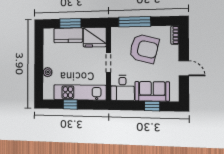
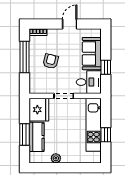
window: (135, 22) -> (25, 57), moved
armchair: (144, 49) -> (51, 61), width x0.53, depth x0.53
plant: (48, 72) -> (56, 158), moved
window: (152, 106) -> (106, 67), moved

